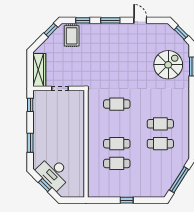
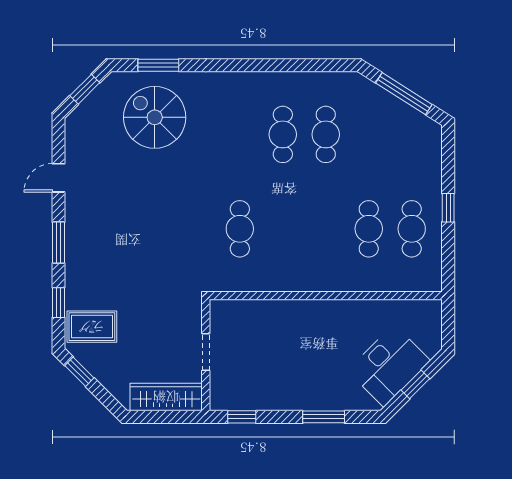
cafe table: (117, 144) -> (412, 229), moved

